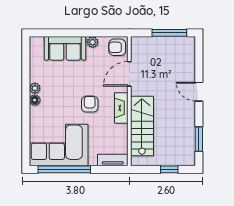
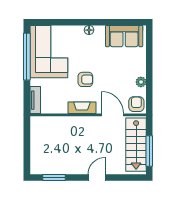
sofa: (65, 48) -> (124, 36), moved, turned -90
plant: (35, 88) -> (100, 30), removed
stairs: (142, 126) -> (136, 145), moved, turned 90
window: (169, 169) -> (27, 151), removed

